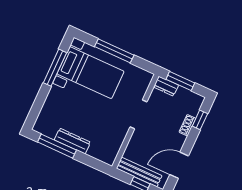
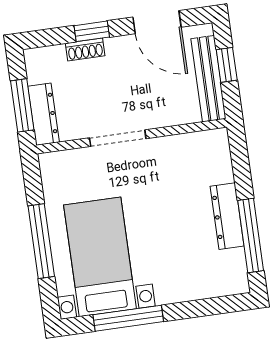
dresser: (166, 86) -> (43, 114), width x1.44
window: (200, 120) -> (92, 31), moved

